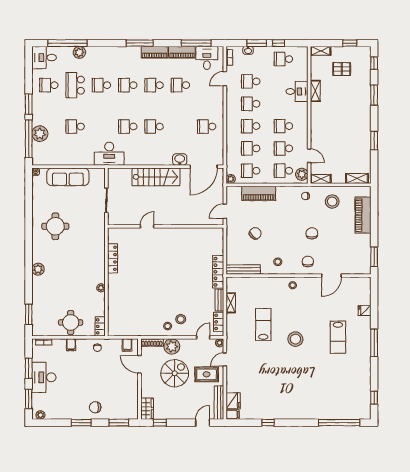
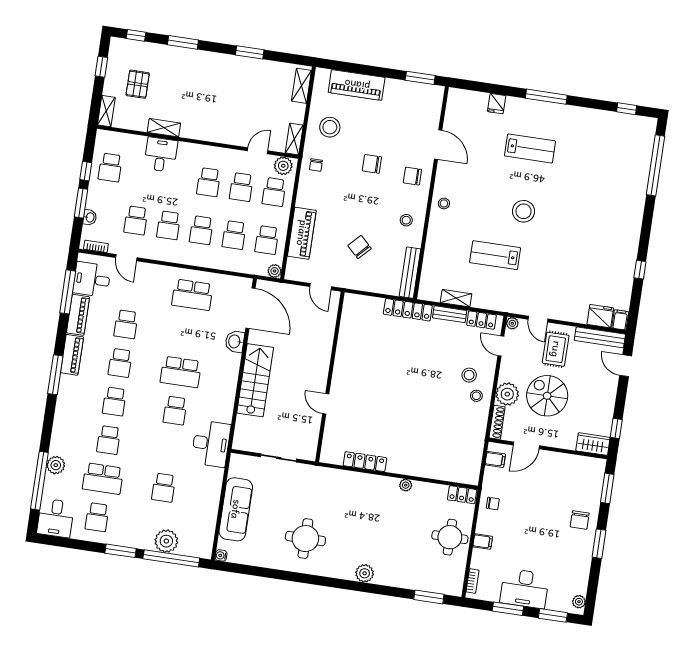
school desk: (154, 127) -> (181, 372), width x1.85
school desk: (207, 127) -> (192, 295), width x1.85

